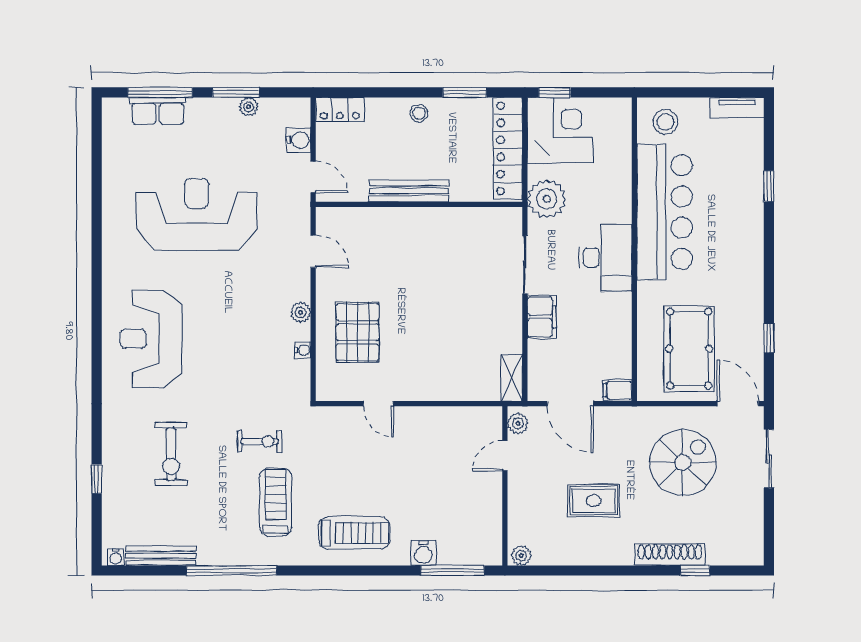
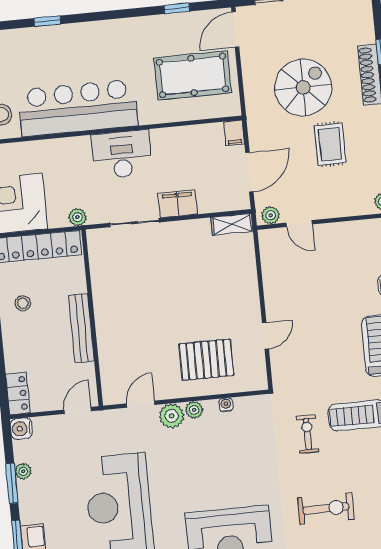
stool: (419, 113) -> (23, 303), moved
water cooler: (298, 140) -> (21, 429), moved, turned -90
plant: (547, 199) -> (77, 217), width x0.53, depth x0.53
plant: (296, 286) -> (172, 416), added
spiral stairs: (683, 462) -> (303, 87), moved, turned 90

